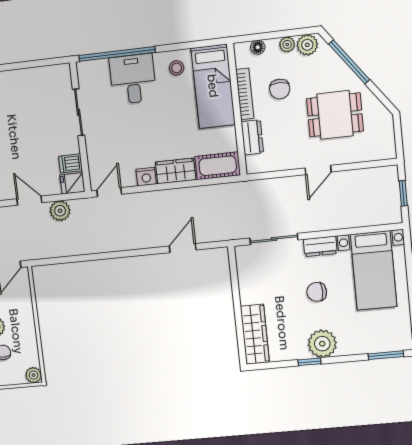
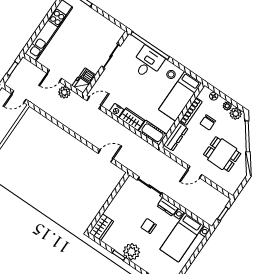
dresser: (252, 137) -> (176, 137), width x1.44
door: (29, 201) -> (54, 76), swing flipped
wardrobe: (255, 334) -> (101, 227), width x0.67

